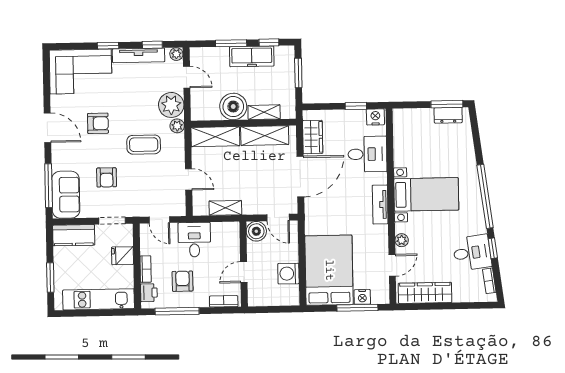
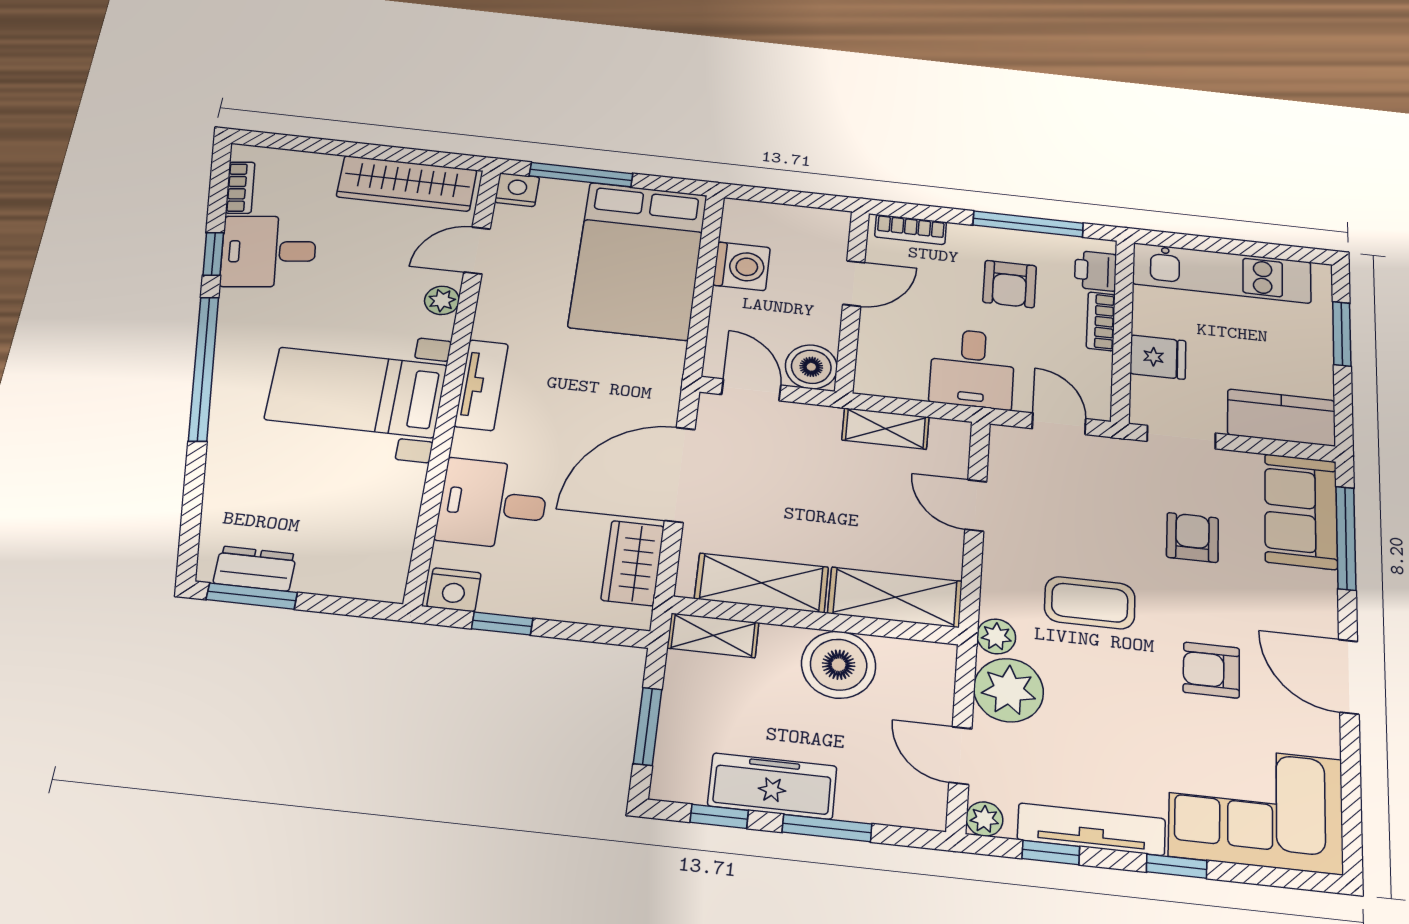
shelving: (264, 112) -> (713, 635), moved
nightstand: (362, 297) -> (517, 190), moved

